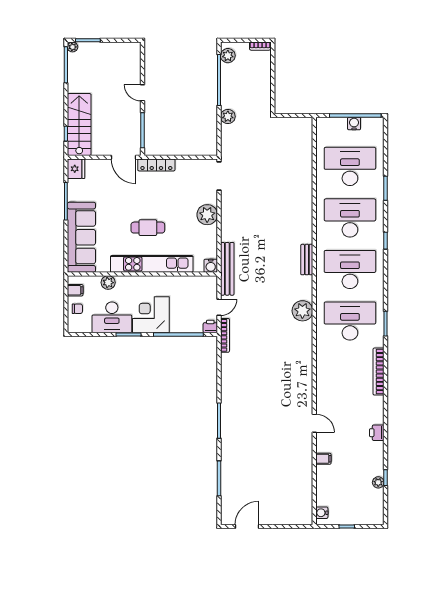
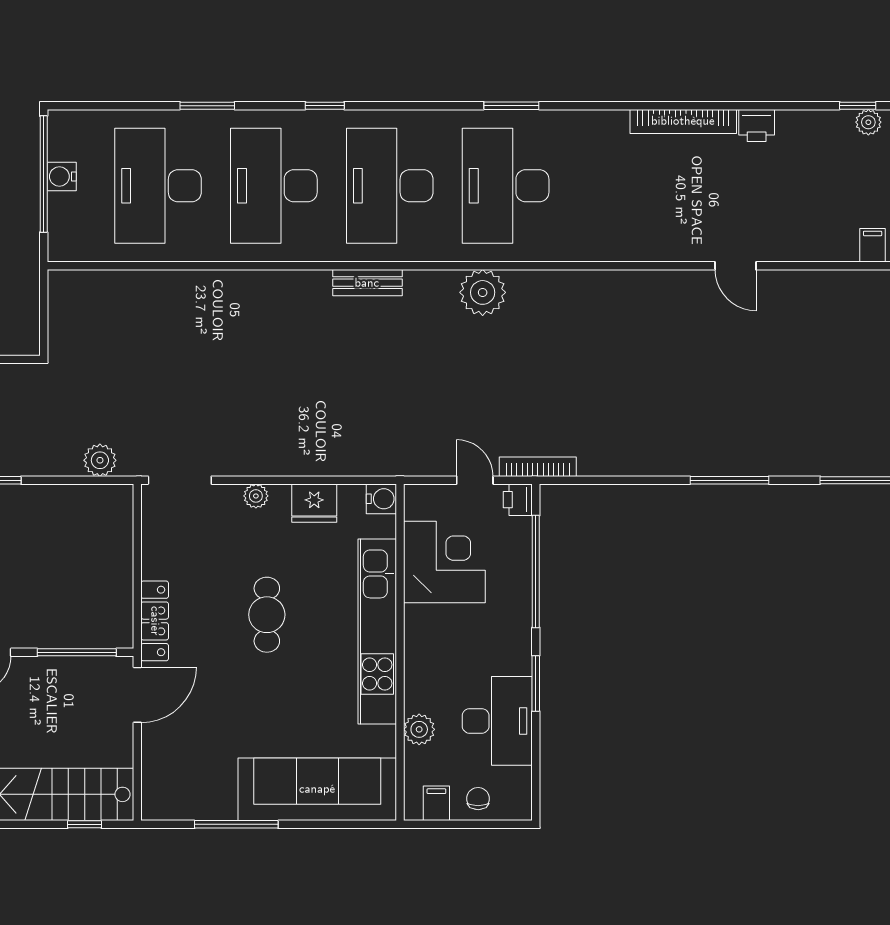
plant: (228, 117) -> (100, 460), moved
fridge: (76, 169) -> (314, 503), moved, turned 180
plant: (207, 215) -> (256, 496), width x0.53, depth x0.53
cafe table: (148, 228) -> (267, 615), moved
bench: (227, 269) -> (388, 462), removed
corner desk: (151, 315) -> (444, 562), moved, turned 180
bookcase: (379, 372) -> (683, 121), moved
door: (314, 423) -> (736, 266), swing flipped
filing cabinet: (323, 459) -> (873, 245), moved

